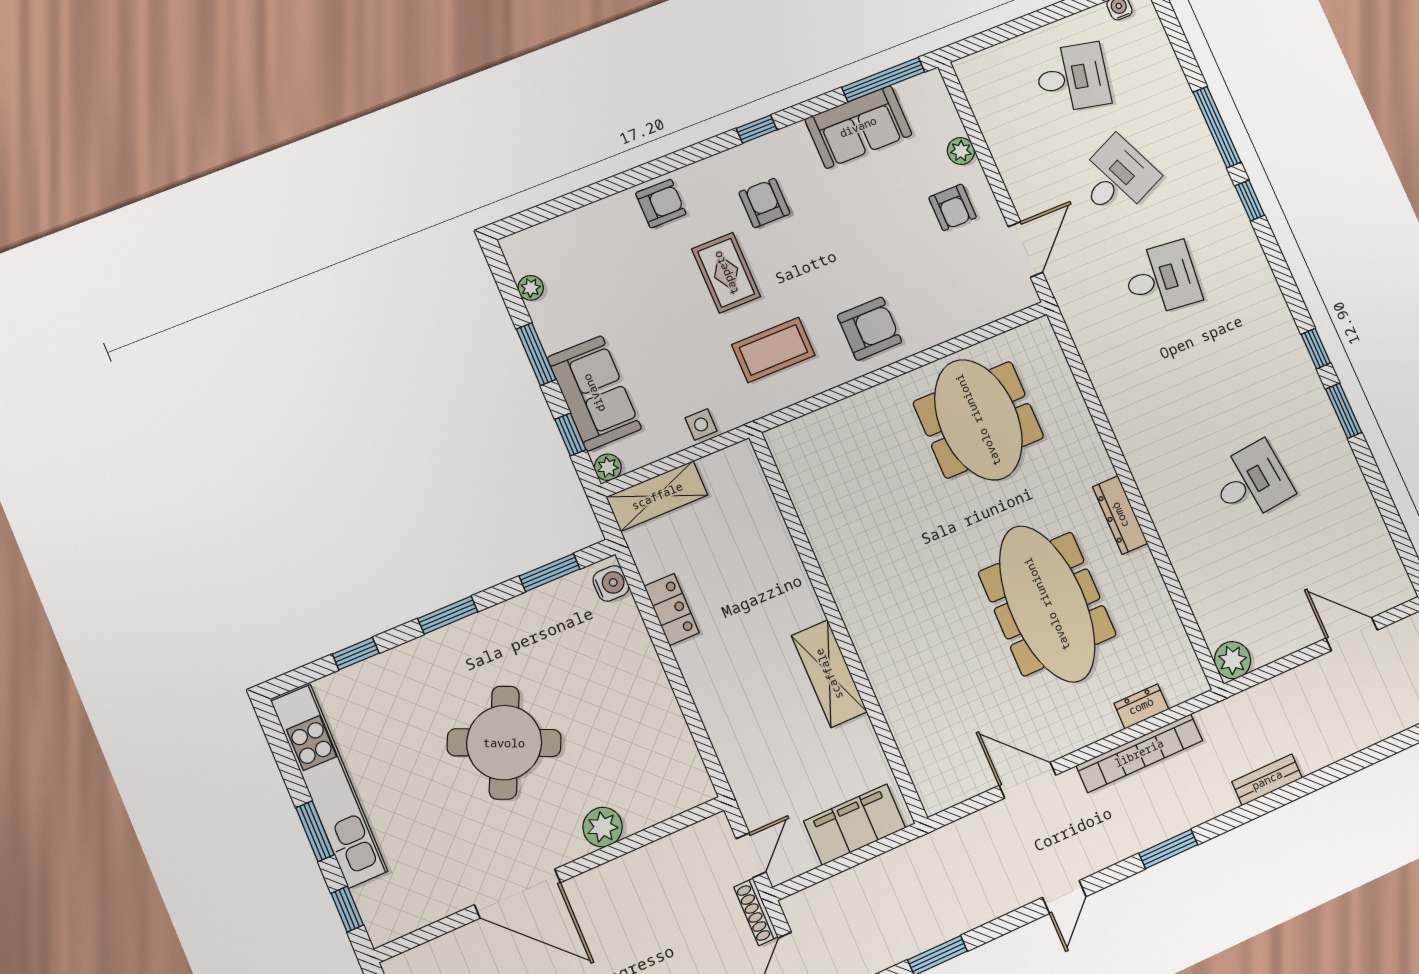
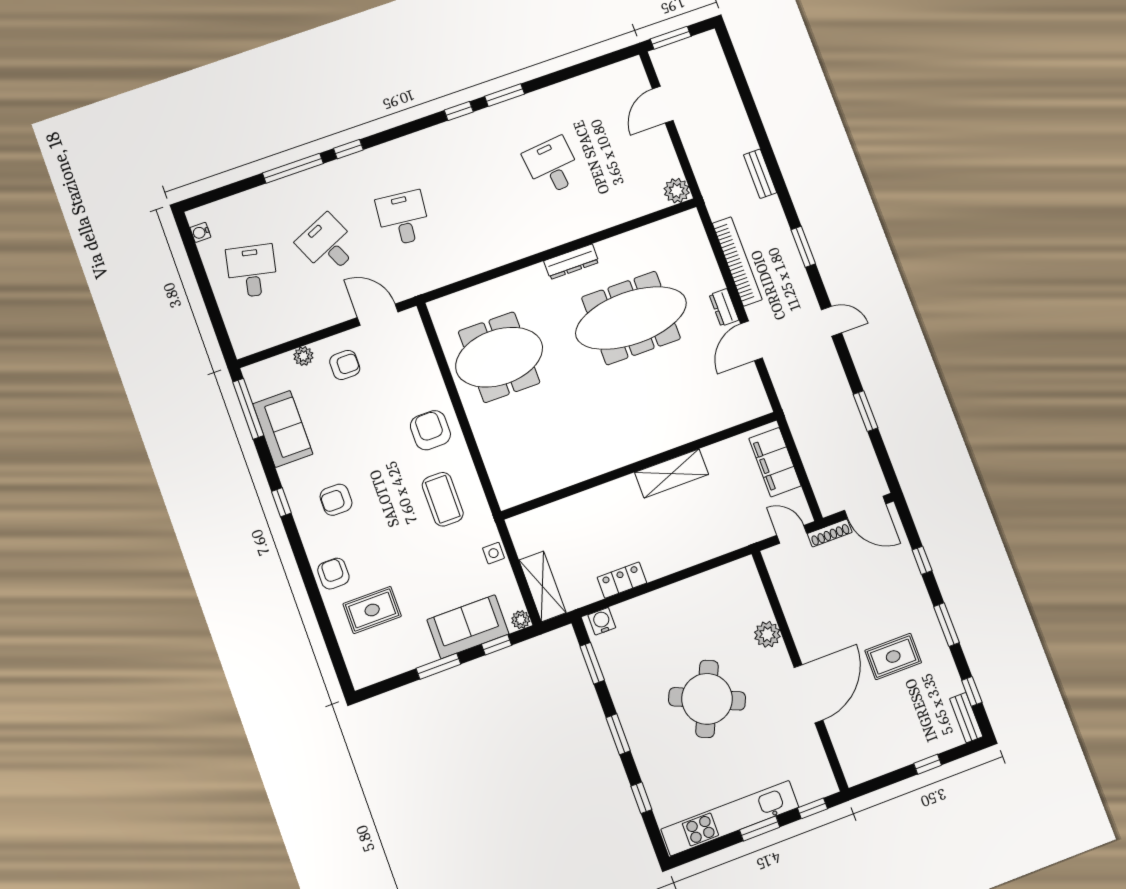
rug: (726, 273) -> (372, 610), moved
plant: (531, 288) -> (391, 668), removed
dresser: (1141, 706) -> (724, 307), moved

